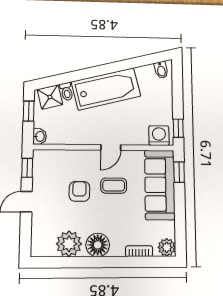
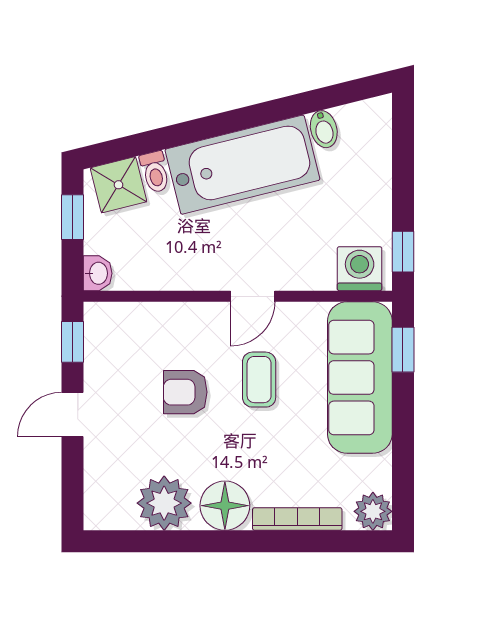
bidet: (161, 70) -> (324, 129), moved
coffee table: (114, 186) -> (259, 380), turned 90
armchair: (79, 191) -> (185, 392), turned -90
bookcase: (139, 251) -> (297, 519), width x1.56

